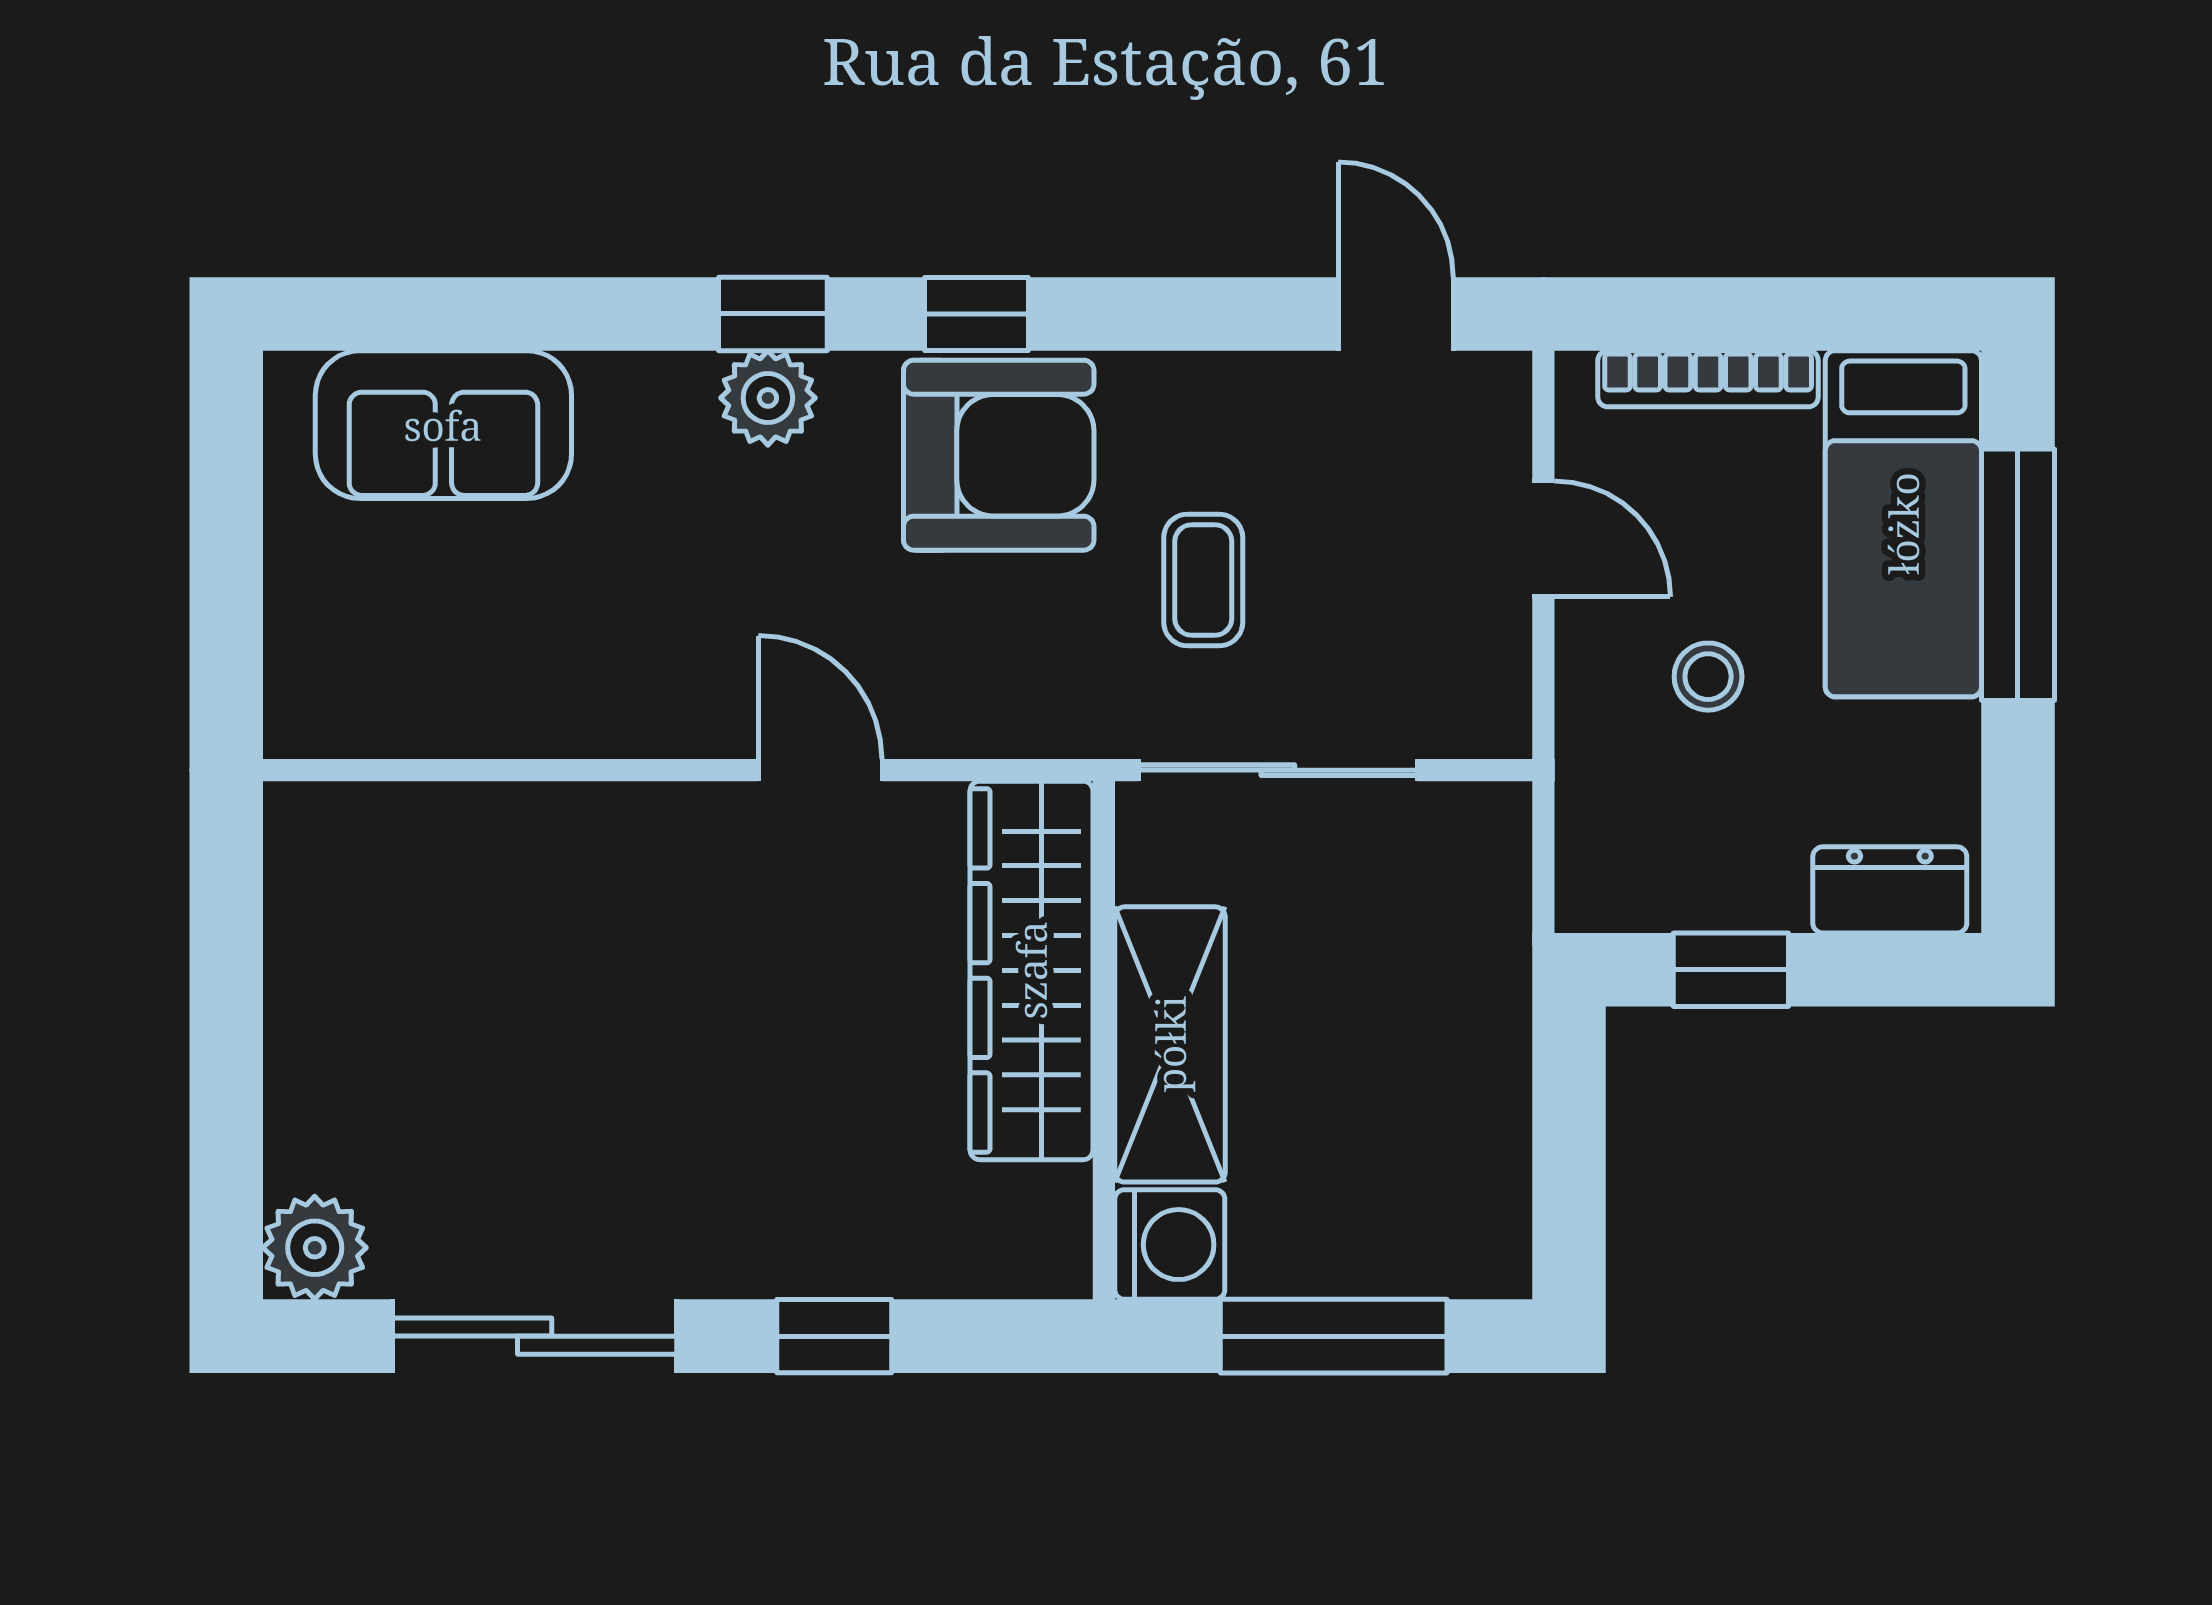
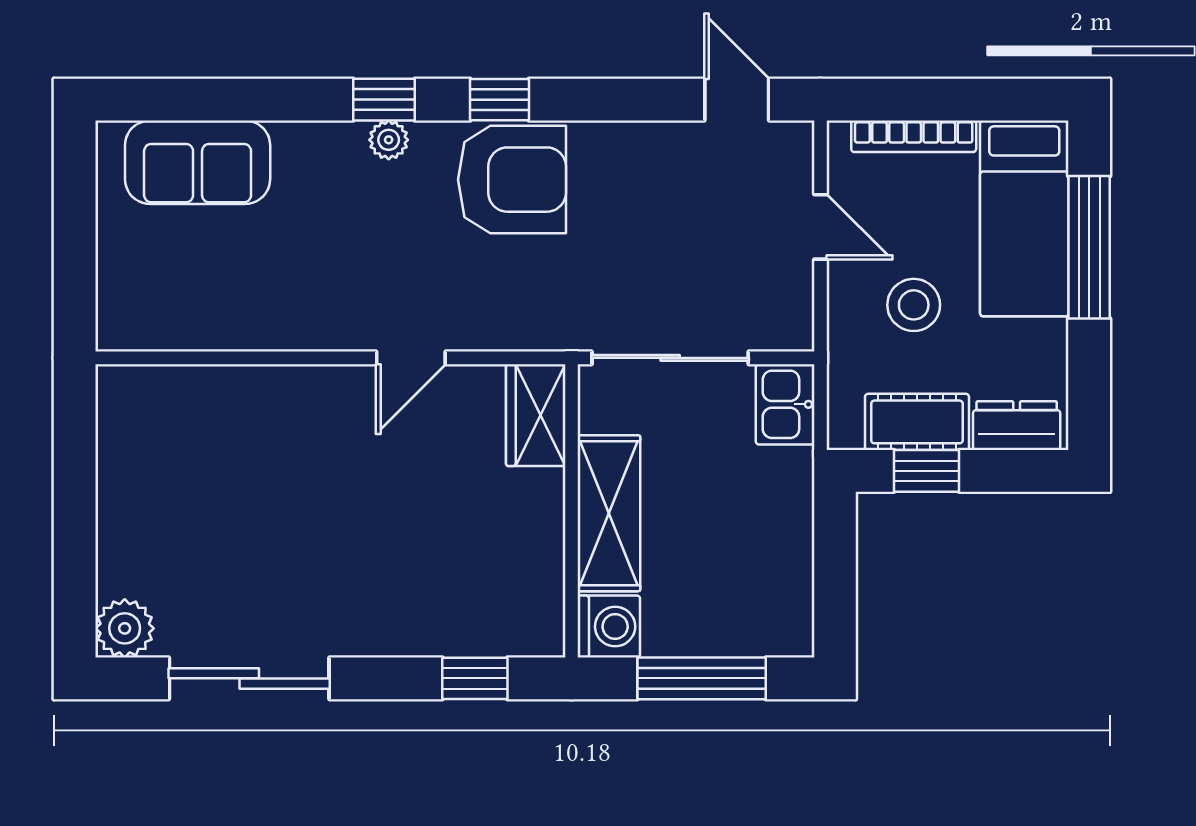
plant: (768, 398) -> (389, 140), width x0.73, depth x0.73
coffee table: (1203, 580) -> (628, 250), removed
stool: (1708, 677) -> (914, 305), width x1.37, depth x1.37
door: (820, 770) -> (411, 358), swing flipped
kitchen sink: (1481, 852) -> (785, 404), added
cot: (1714, 883) -> (917, 422), added
wardrobe: (1031, 970) -> (536, 415), width x0.48, depth x0.85
window: (834, 1336) -> (475, 678), moved

